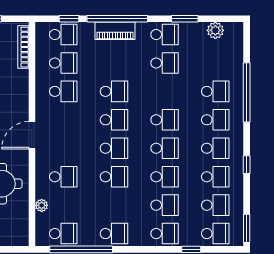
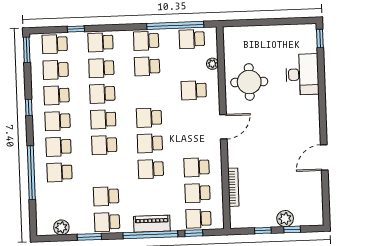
bookcase: (23, 47) -> (233, 187), moved
school desk: (114, 177) -> (147, 66), moved

